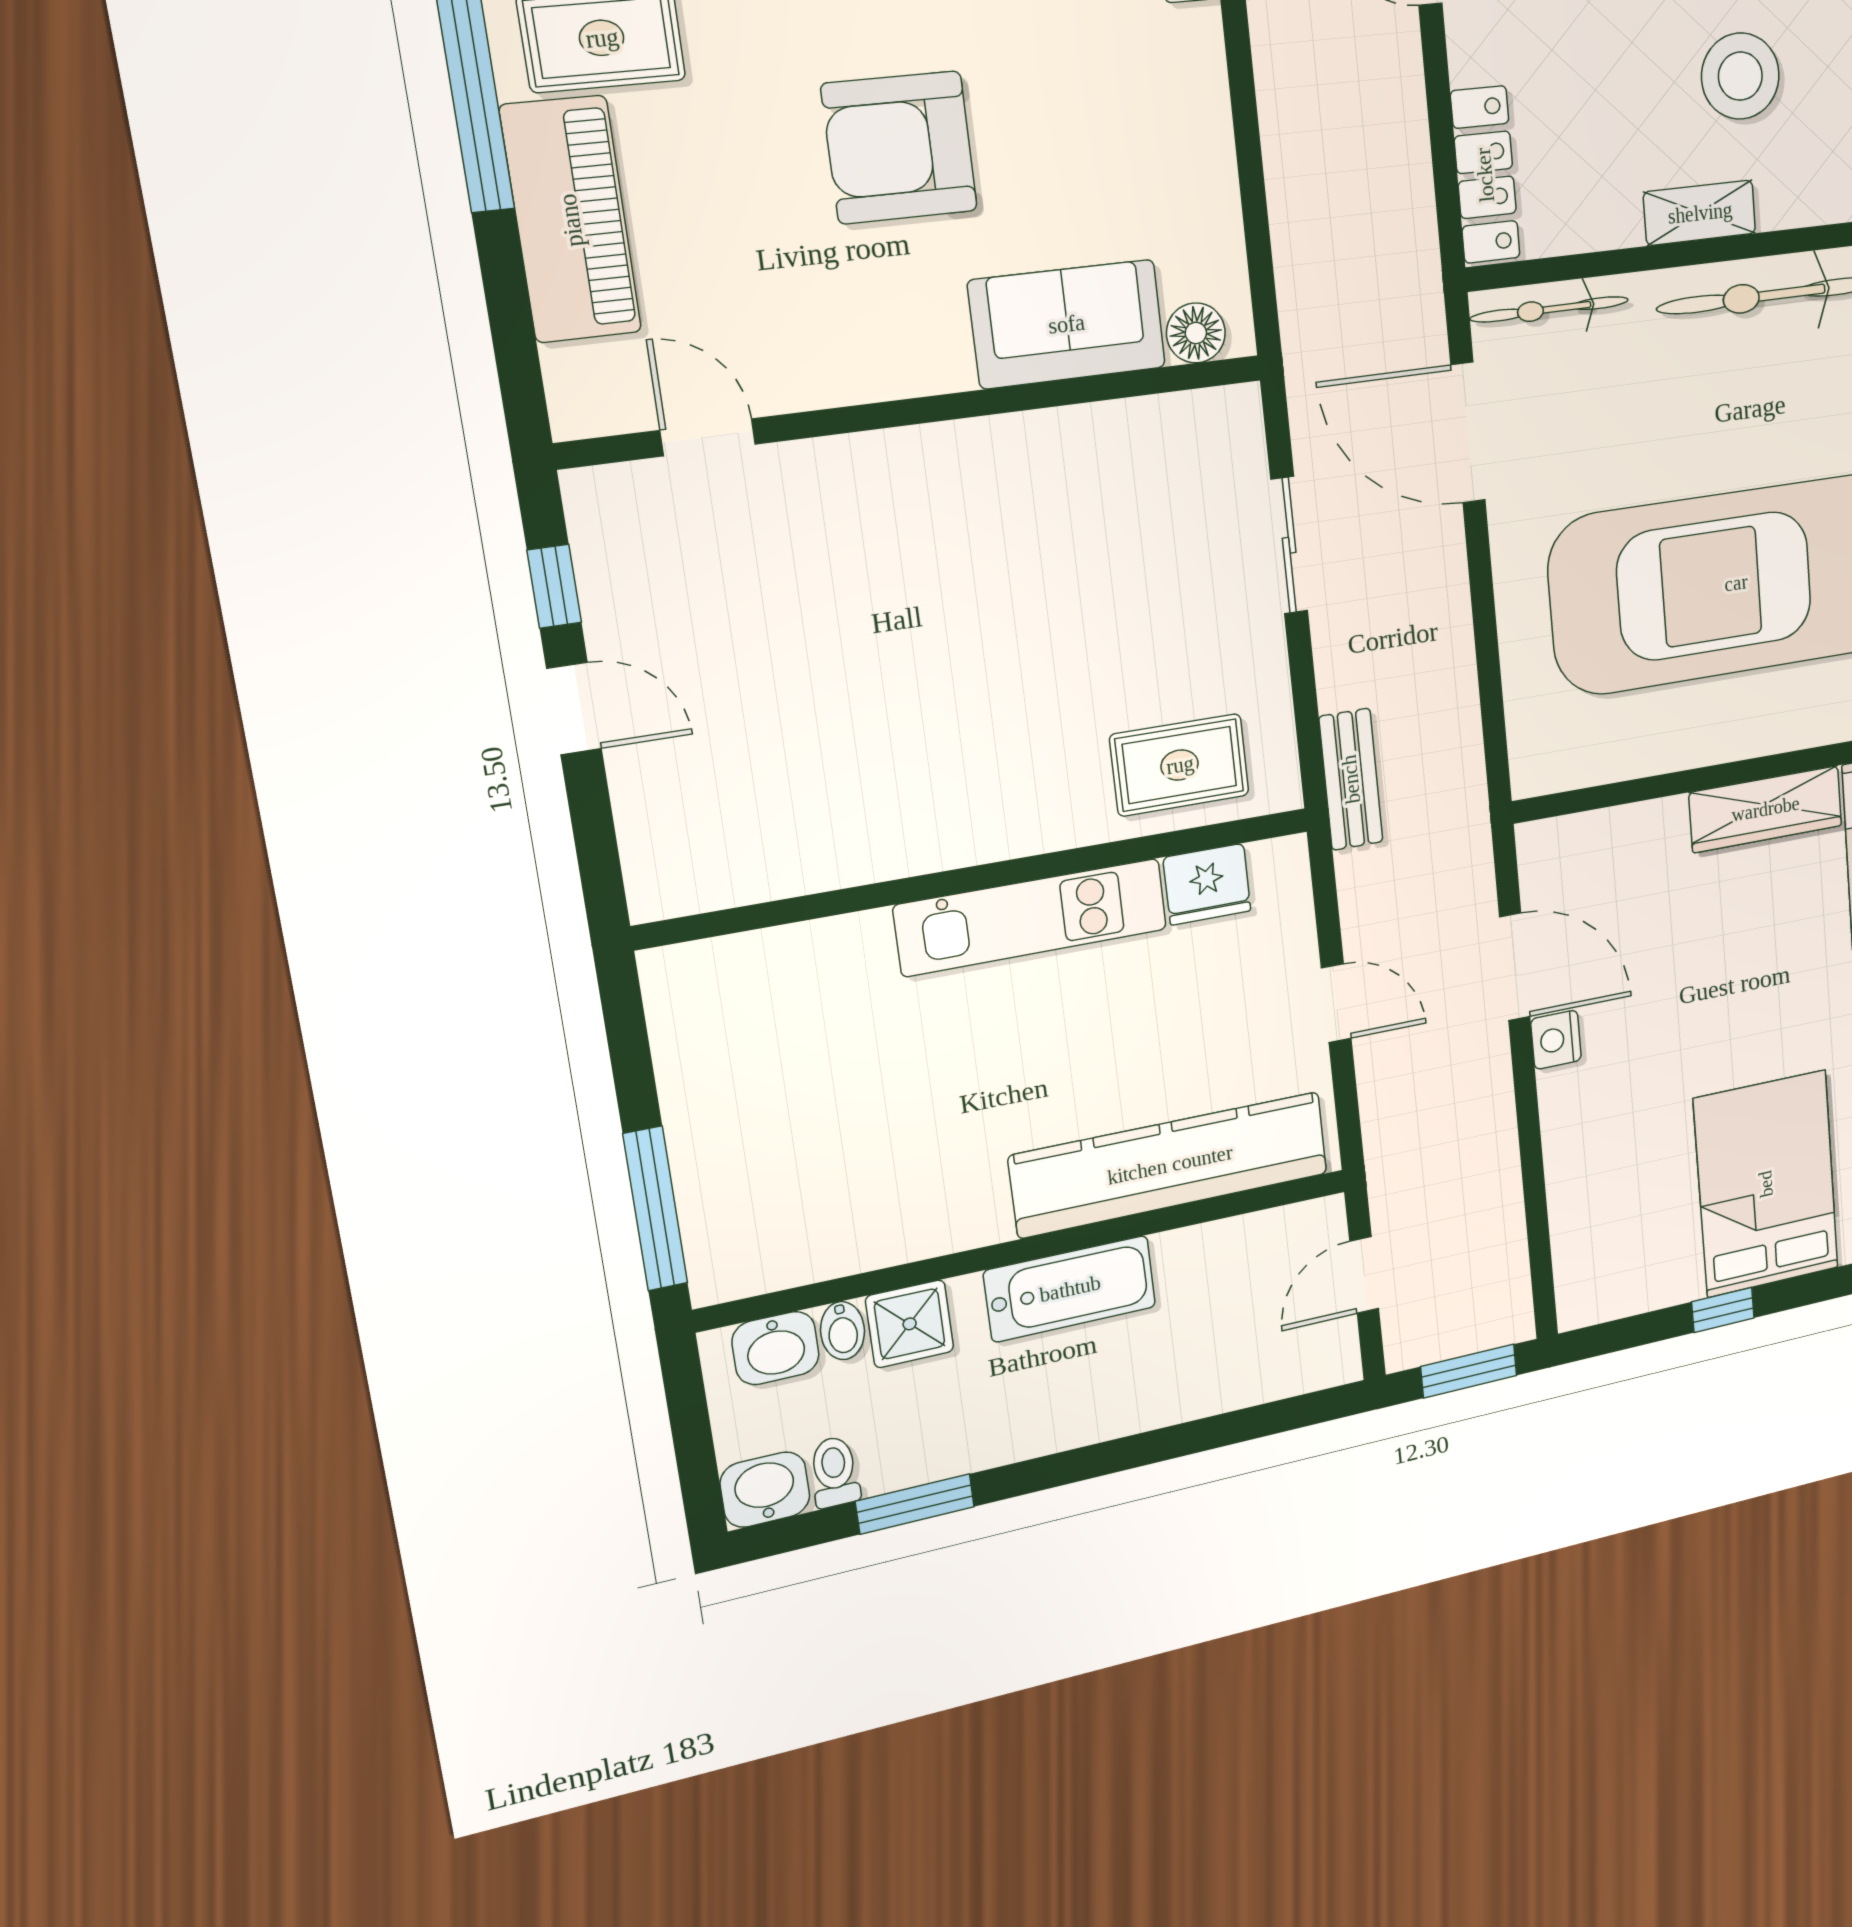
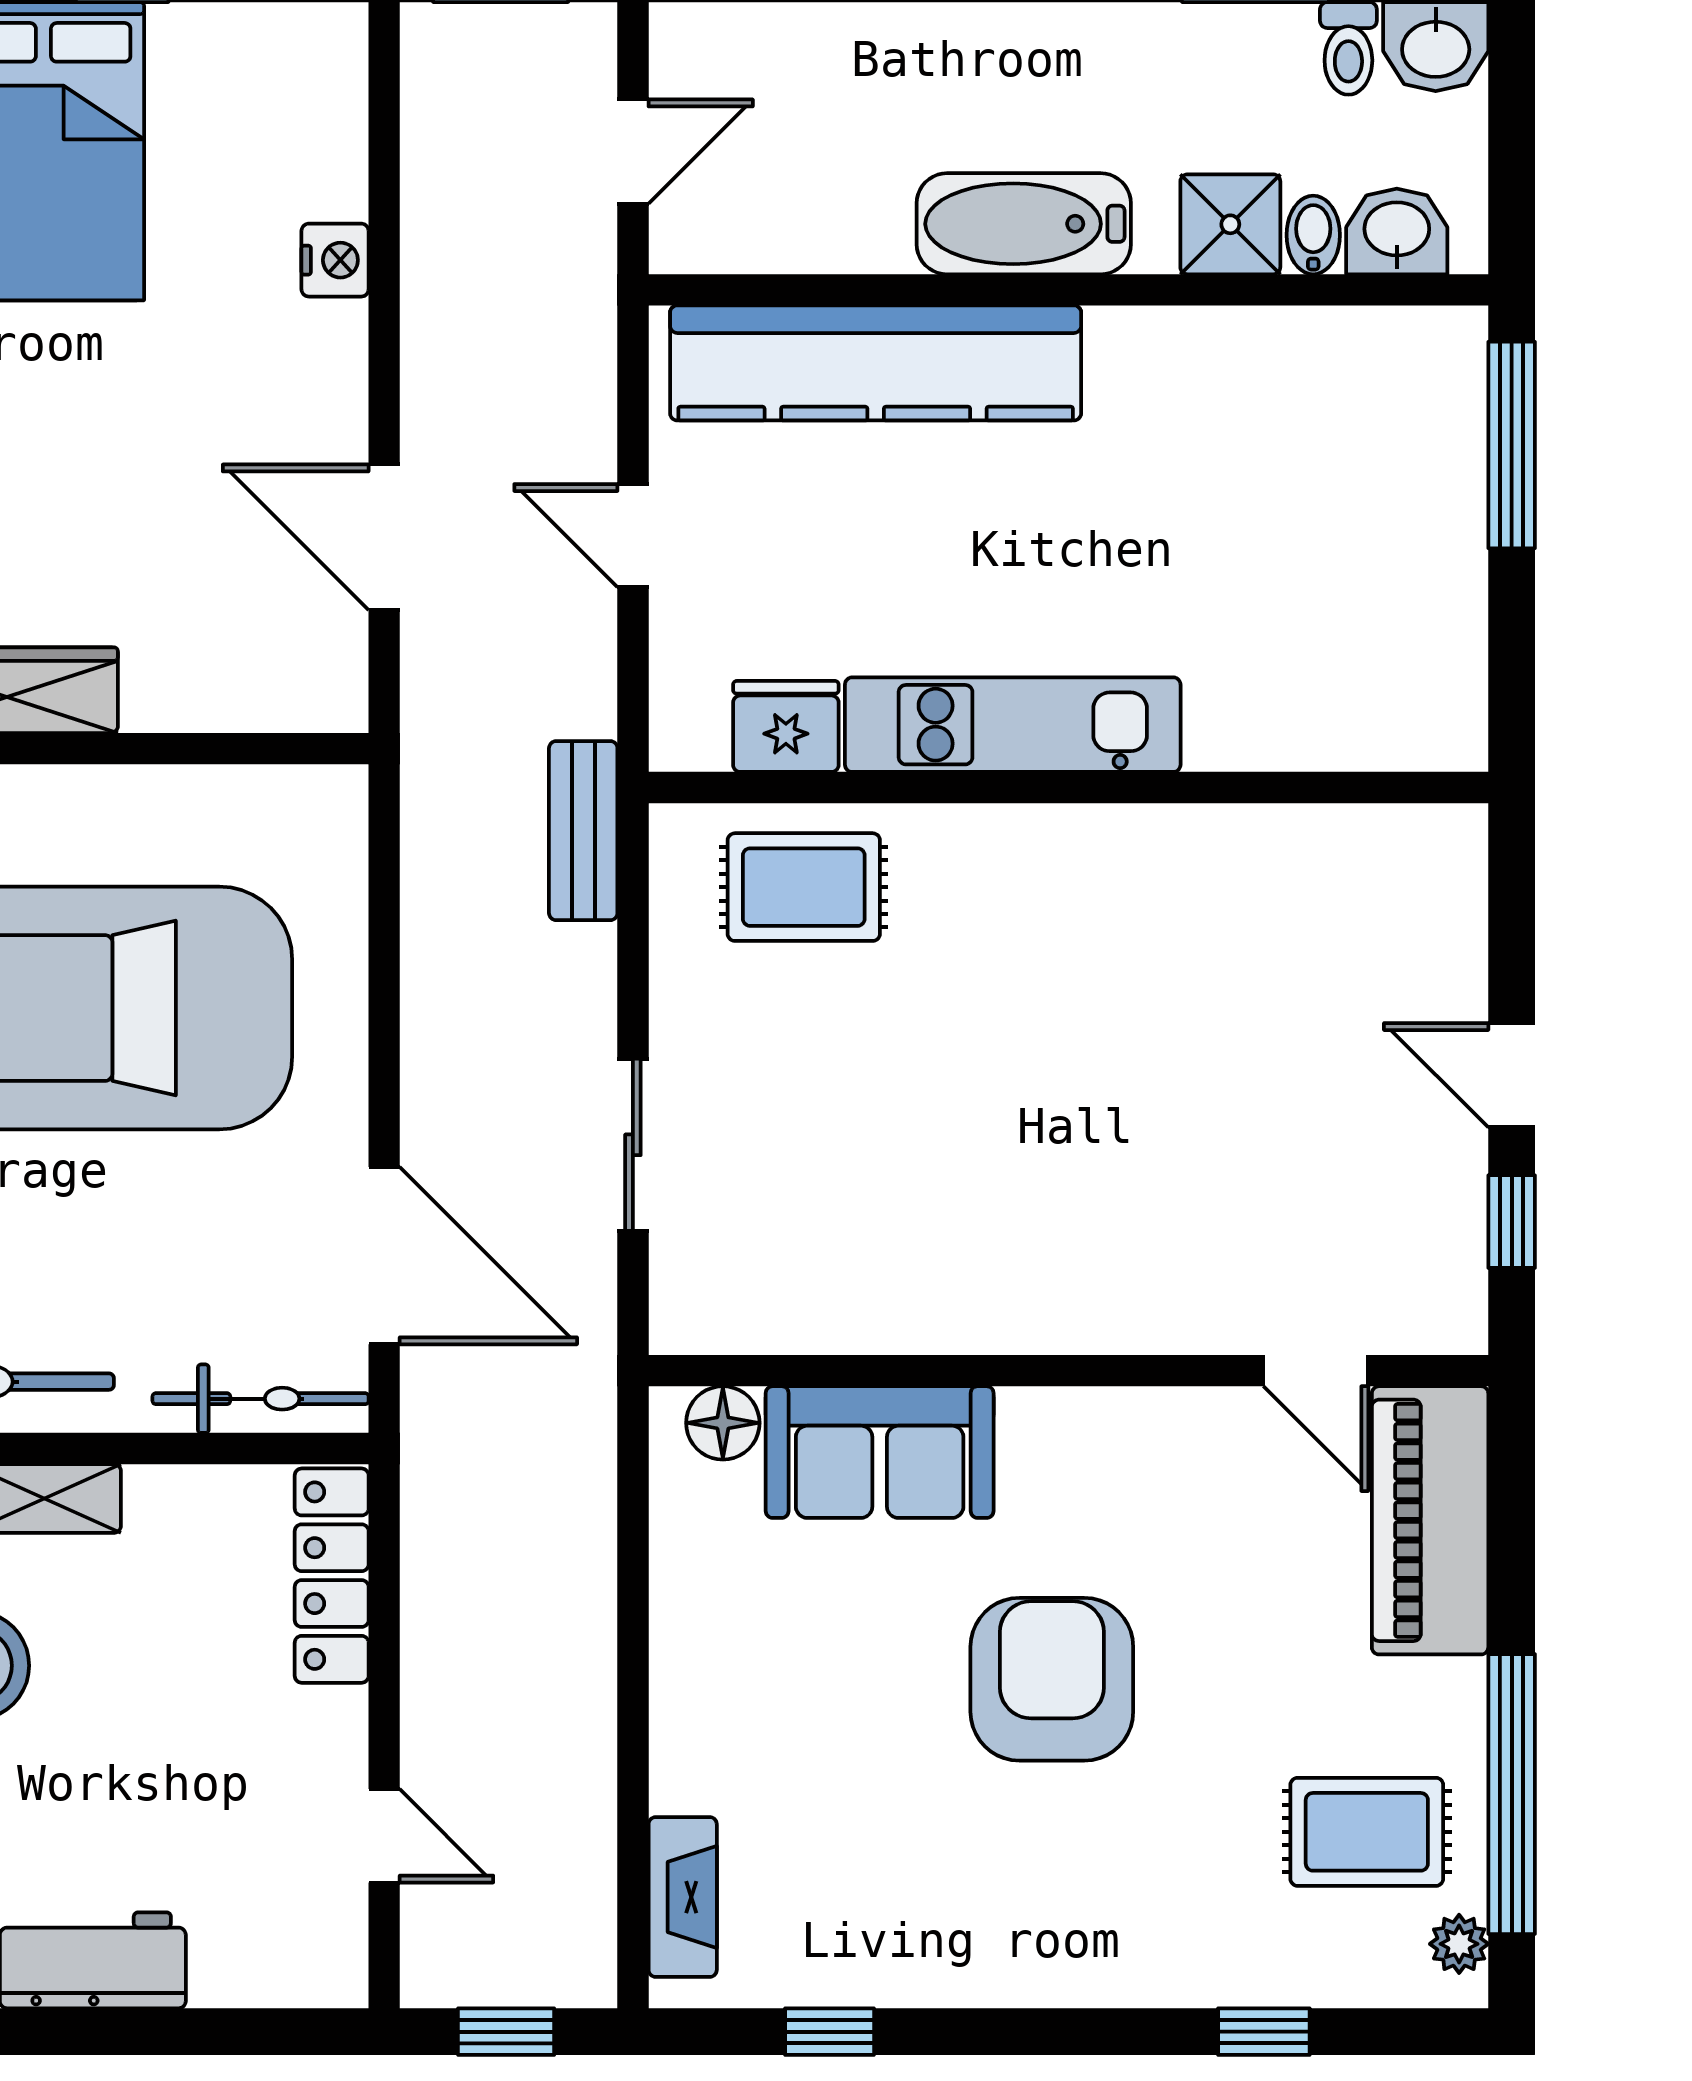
armchair: (899, 148) -> (1052, 1679), turned -90
piano: (571, 220) -> (1430, 1520), moved
nightstand: (1556, 1040) -> (335, 260), moved

